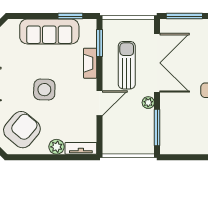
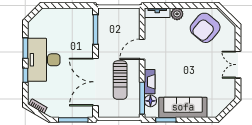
floor lamp: (89, 40) -> (150, 101), added
window: (100, 43) -> (142, 98), width x1.44
side table: (44, 90) -> (187, 60), removed
plant: (148, 103) -> (103, 50), removed

